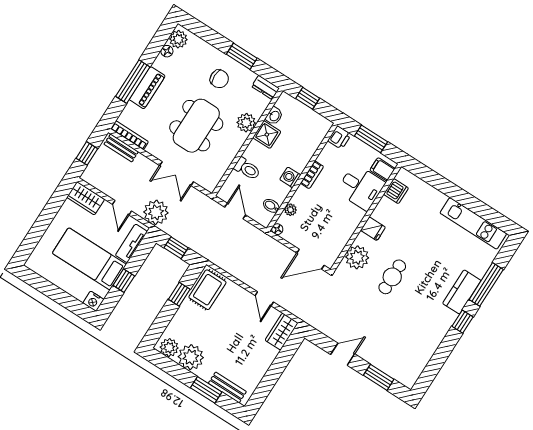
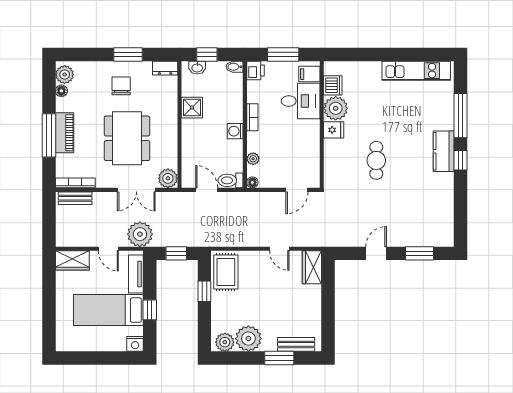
chair: (219, 79) -> (121, 86), turned -90
washbasin: (274, 116) -> (197, 68), moved, turned 90
plant: (246, 123) -> (168, 178), moved
window: (87, 153) -> (49, 222), removed
toilet: (247, 169) -> (231, 180), moved, turned 180
bidet: (271, 206) -> (235, 67), moved
plant: (357, 257) -> (336, 108), moved
door: (310, 259) -> (297, 190), width x0.73
kitchen counter: (462, 292) -> (444, 151), moved

